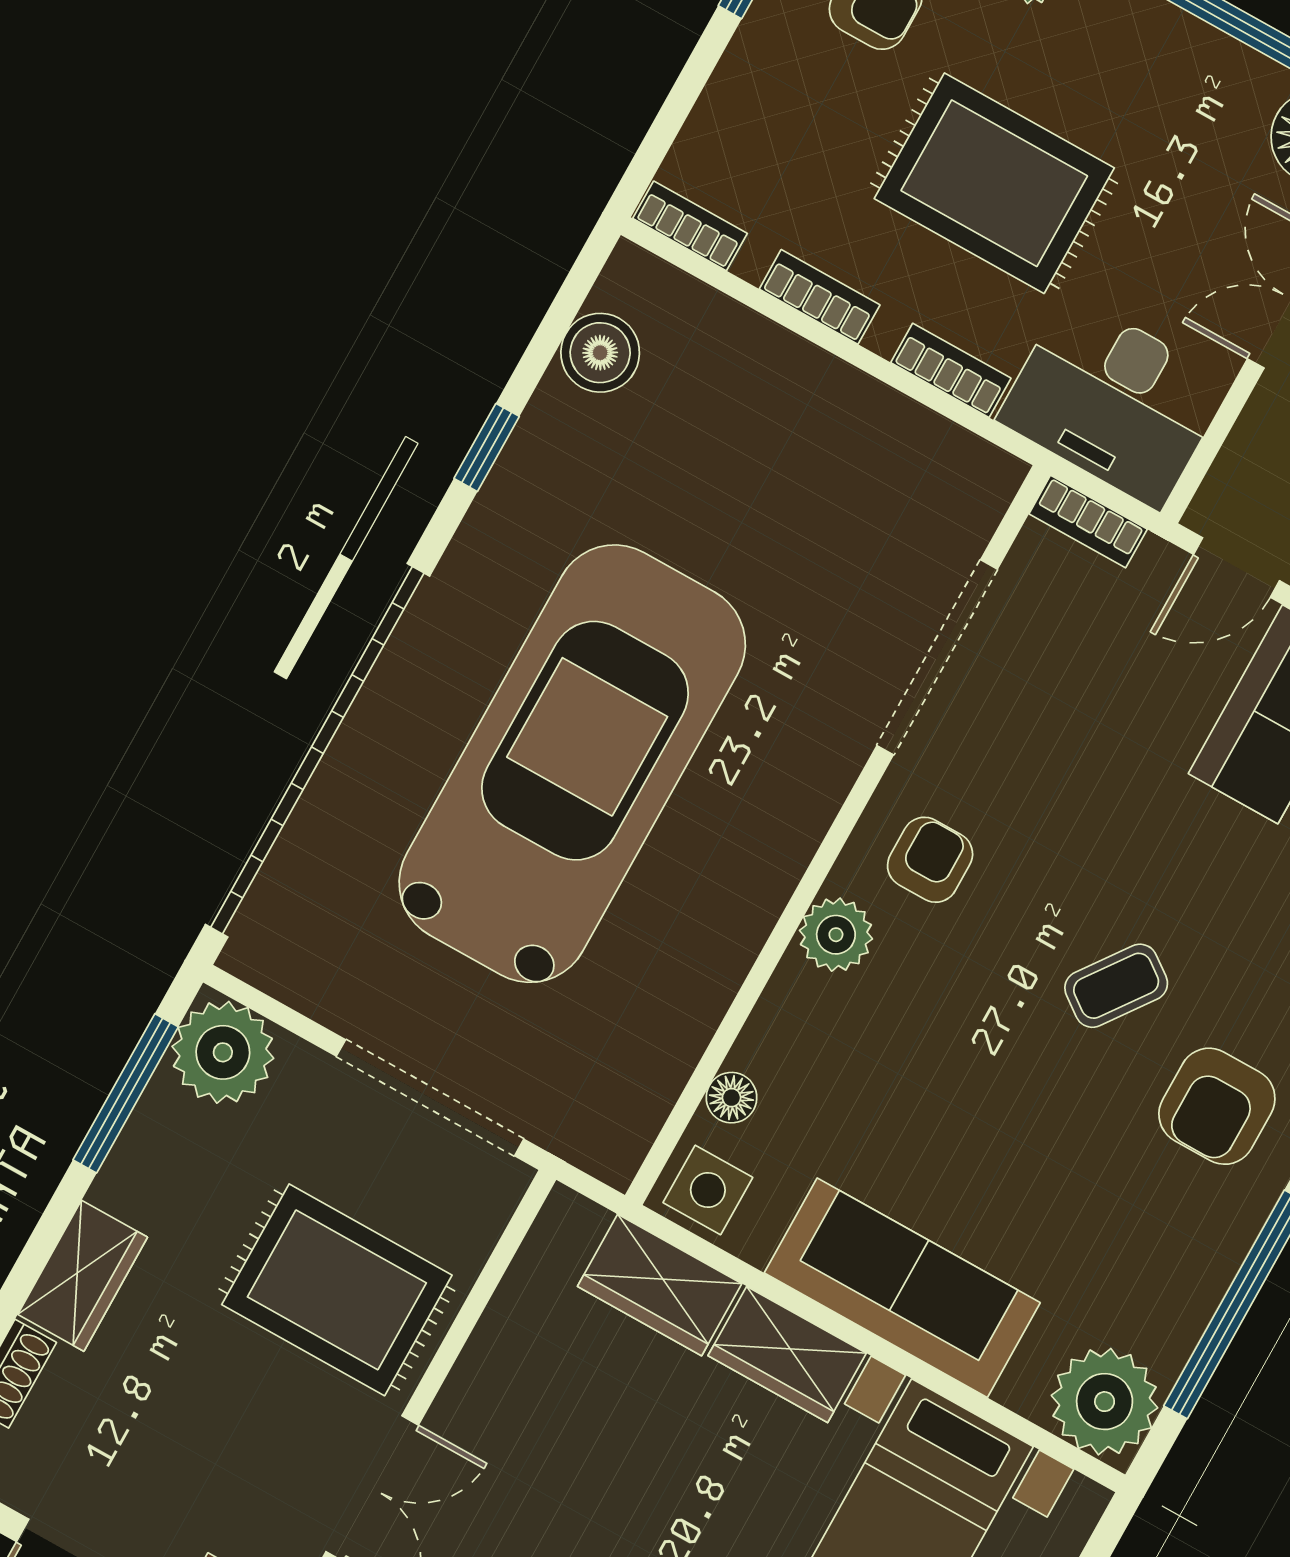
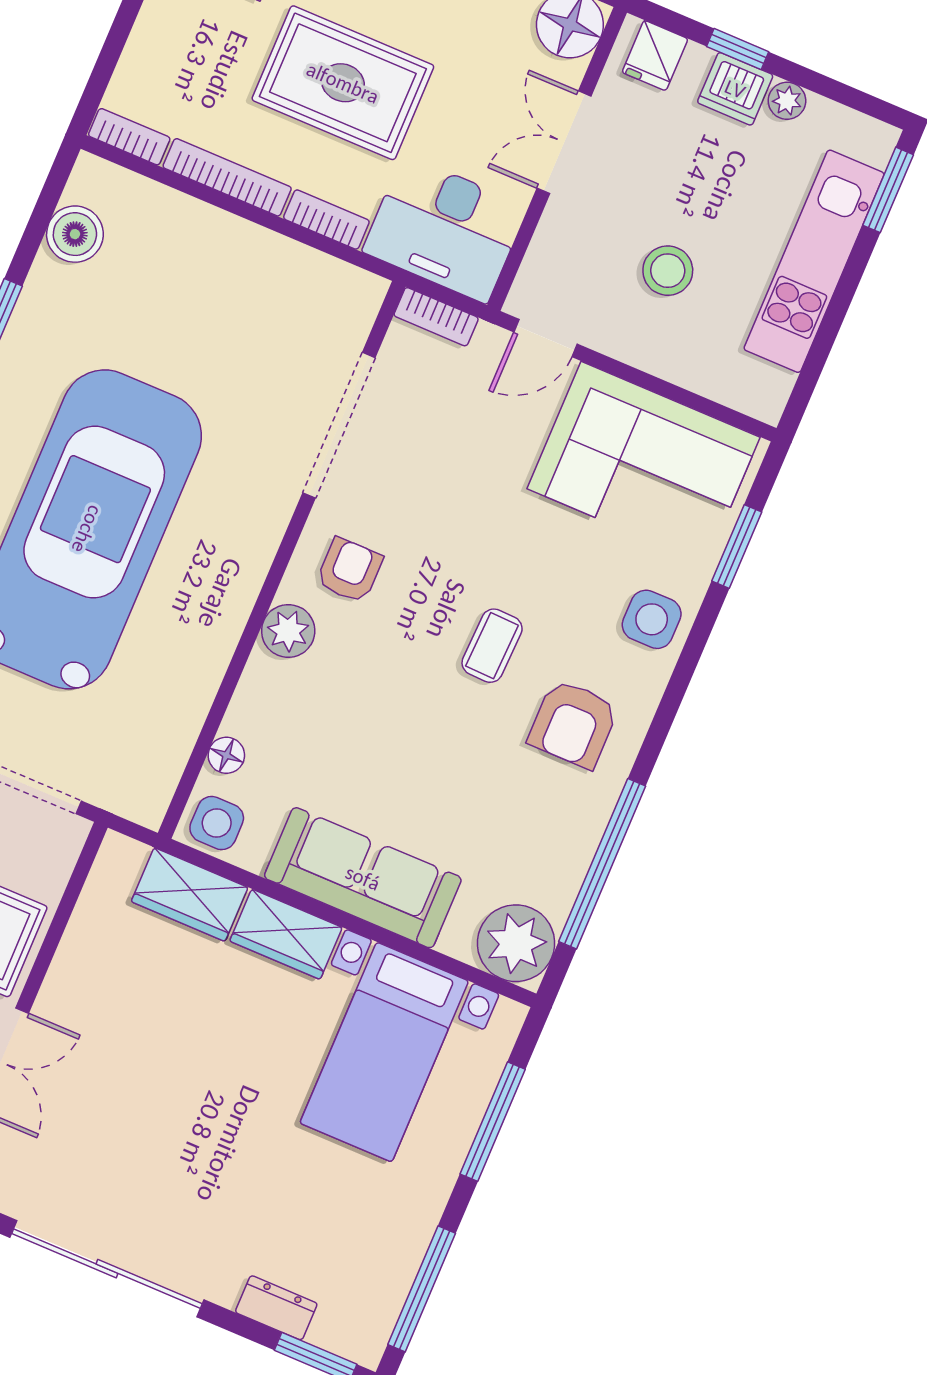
bookcase: (820, 297) -> (227, 177), width x1.56
coffee table: (1116, 986) -> (492, 646), turned -34

